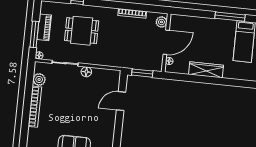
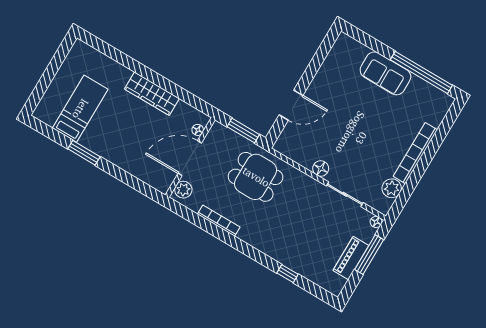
window: (230, 17) -> (84, 153), width x0.69
dining table: (82, 31) -> (256, 177), moved

